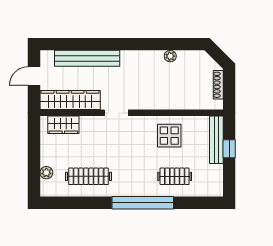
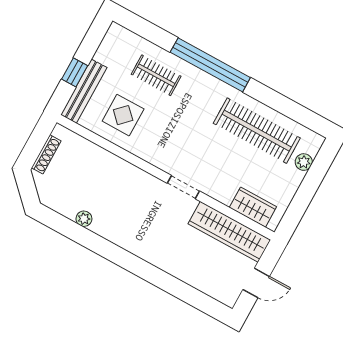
bench: (87, 58) -> (183, 270), removed
display table: (169, 136) -> (123, 115), moved
clothes rail: (89, 176) -> (257, 131), width x1.37, depth x1.31

